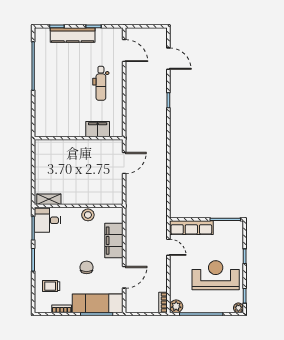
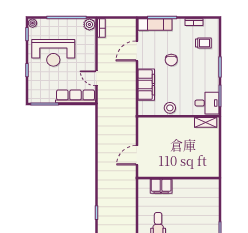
exam couch: (98, 303) -> (155, 25), width x0.73, depth x0.69

